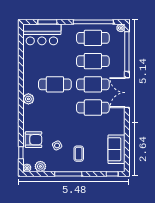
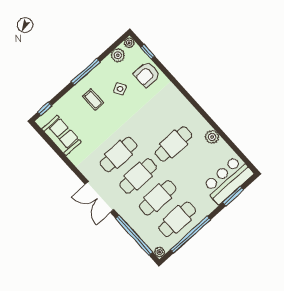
double door: (127, 93) -> (99, 197), swing flipped
plant: (28, 99) -> (212, 137), moved

